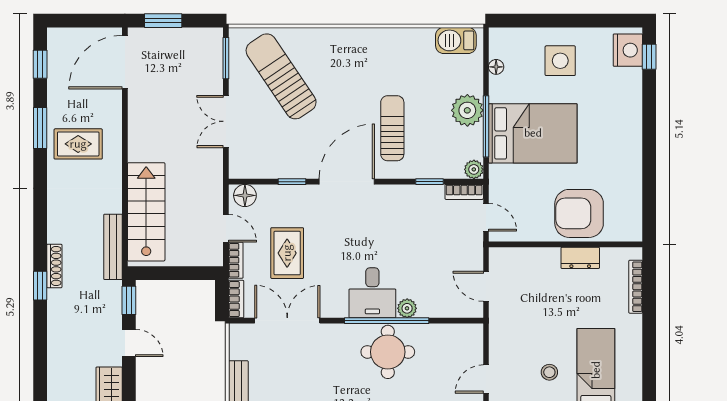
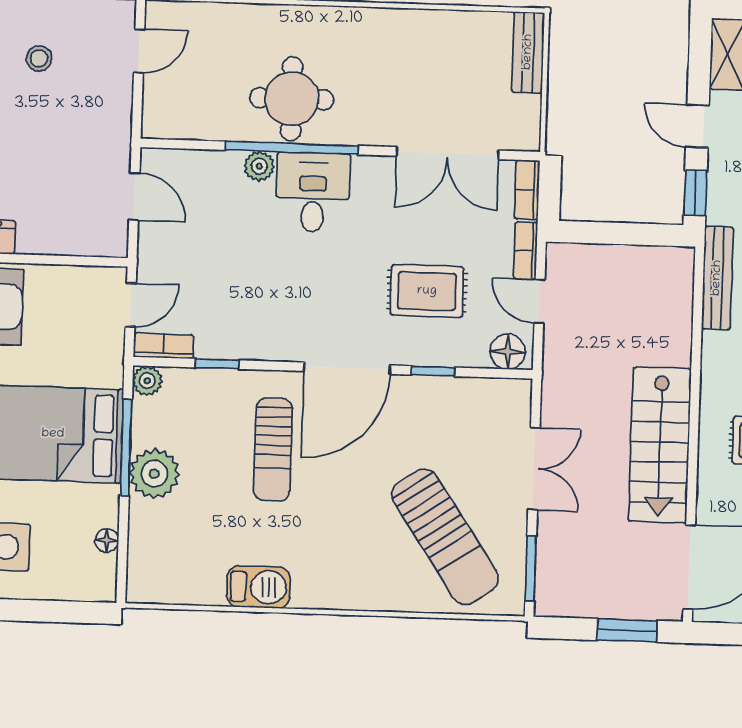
barbecue: (456, 40) -> (258, 587), moved
stairs: (146, 212) -> (660, 445), moved
door: (486, 217) -> (131, 305), swing flipped
rug: (287, 253) -> (427, 291), moved, turned 90

